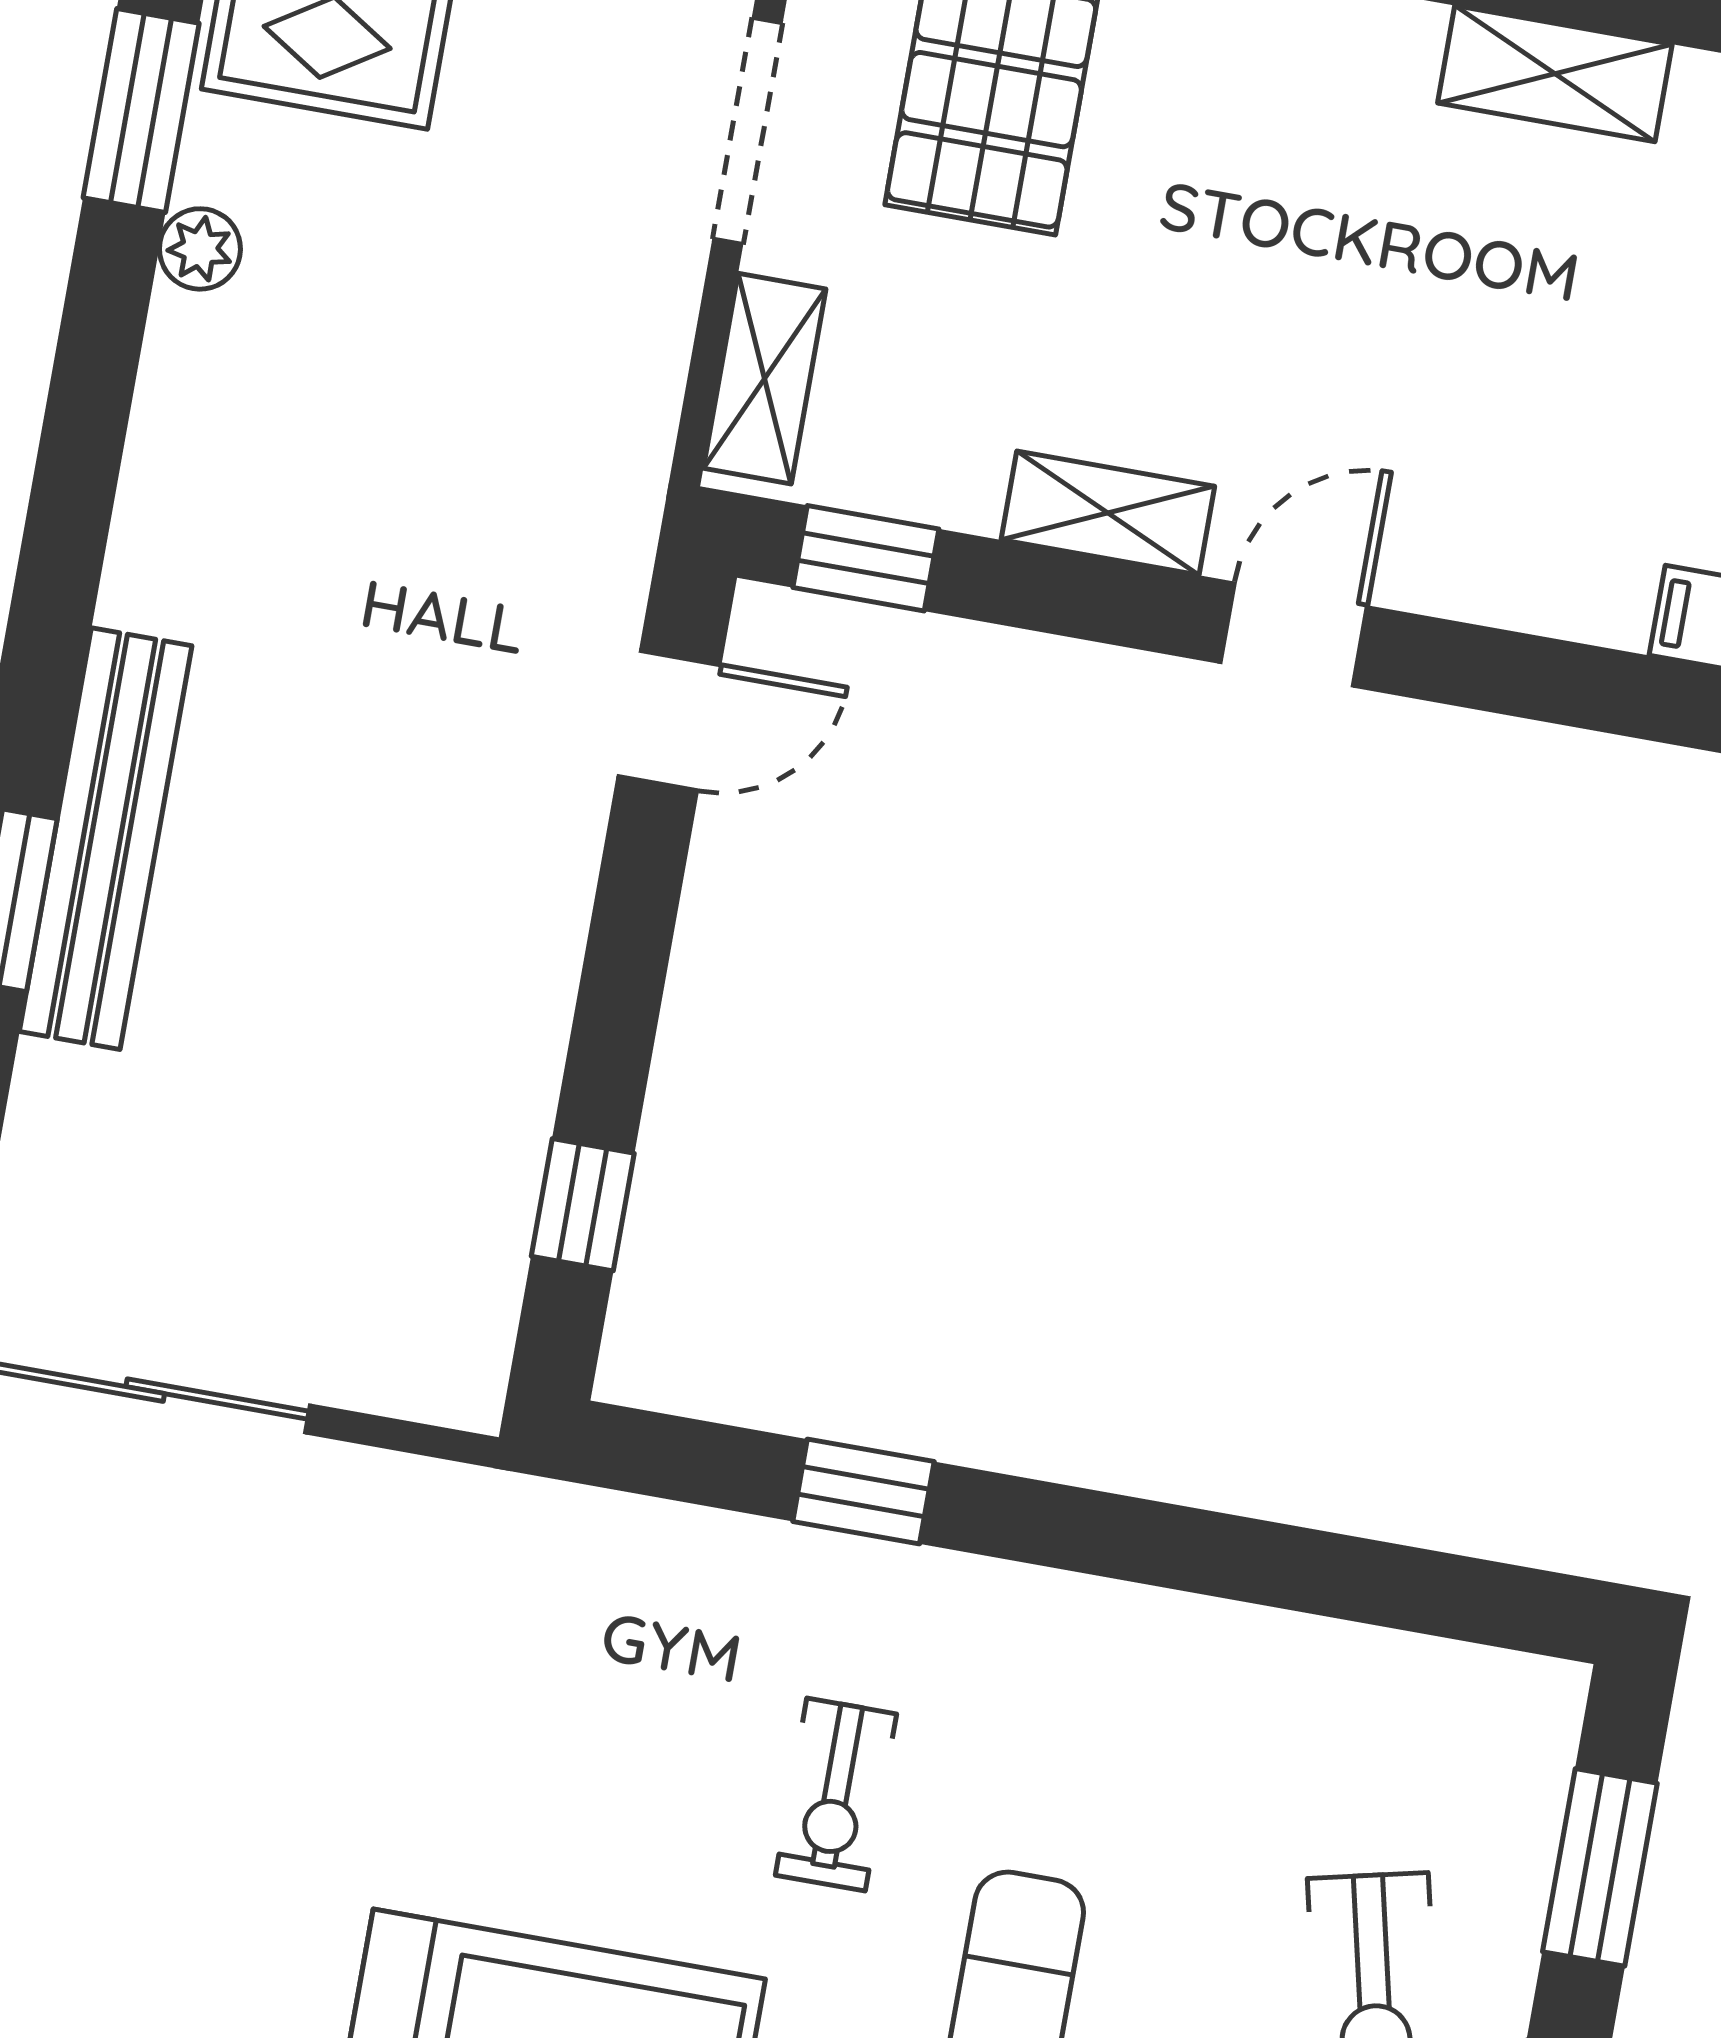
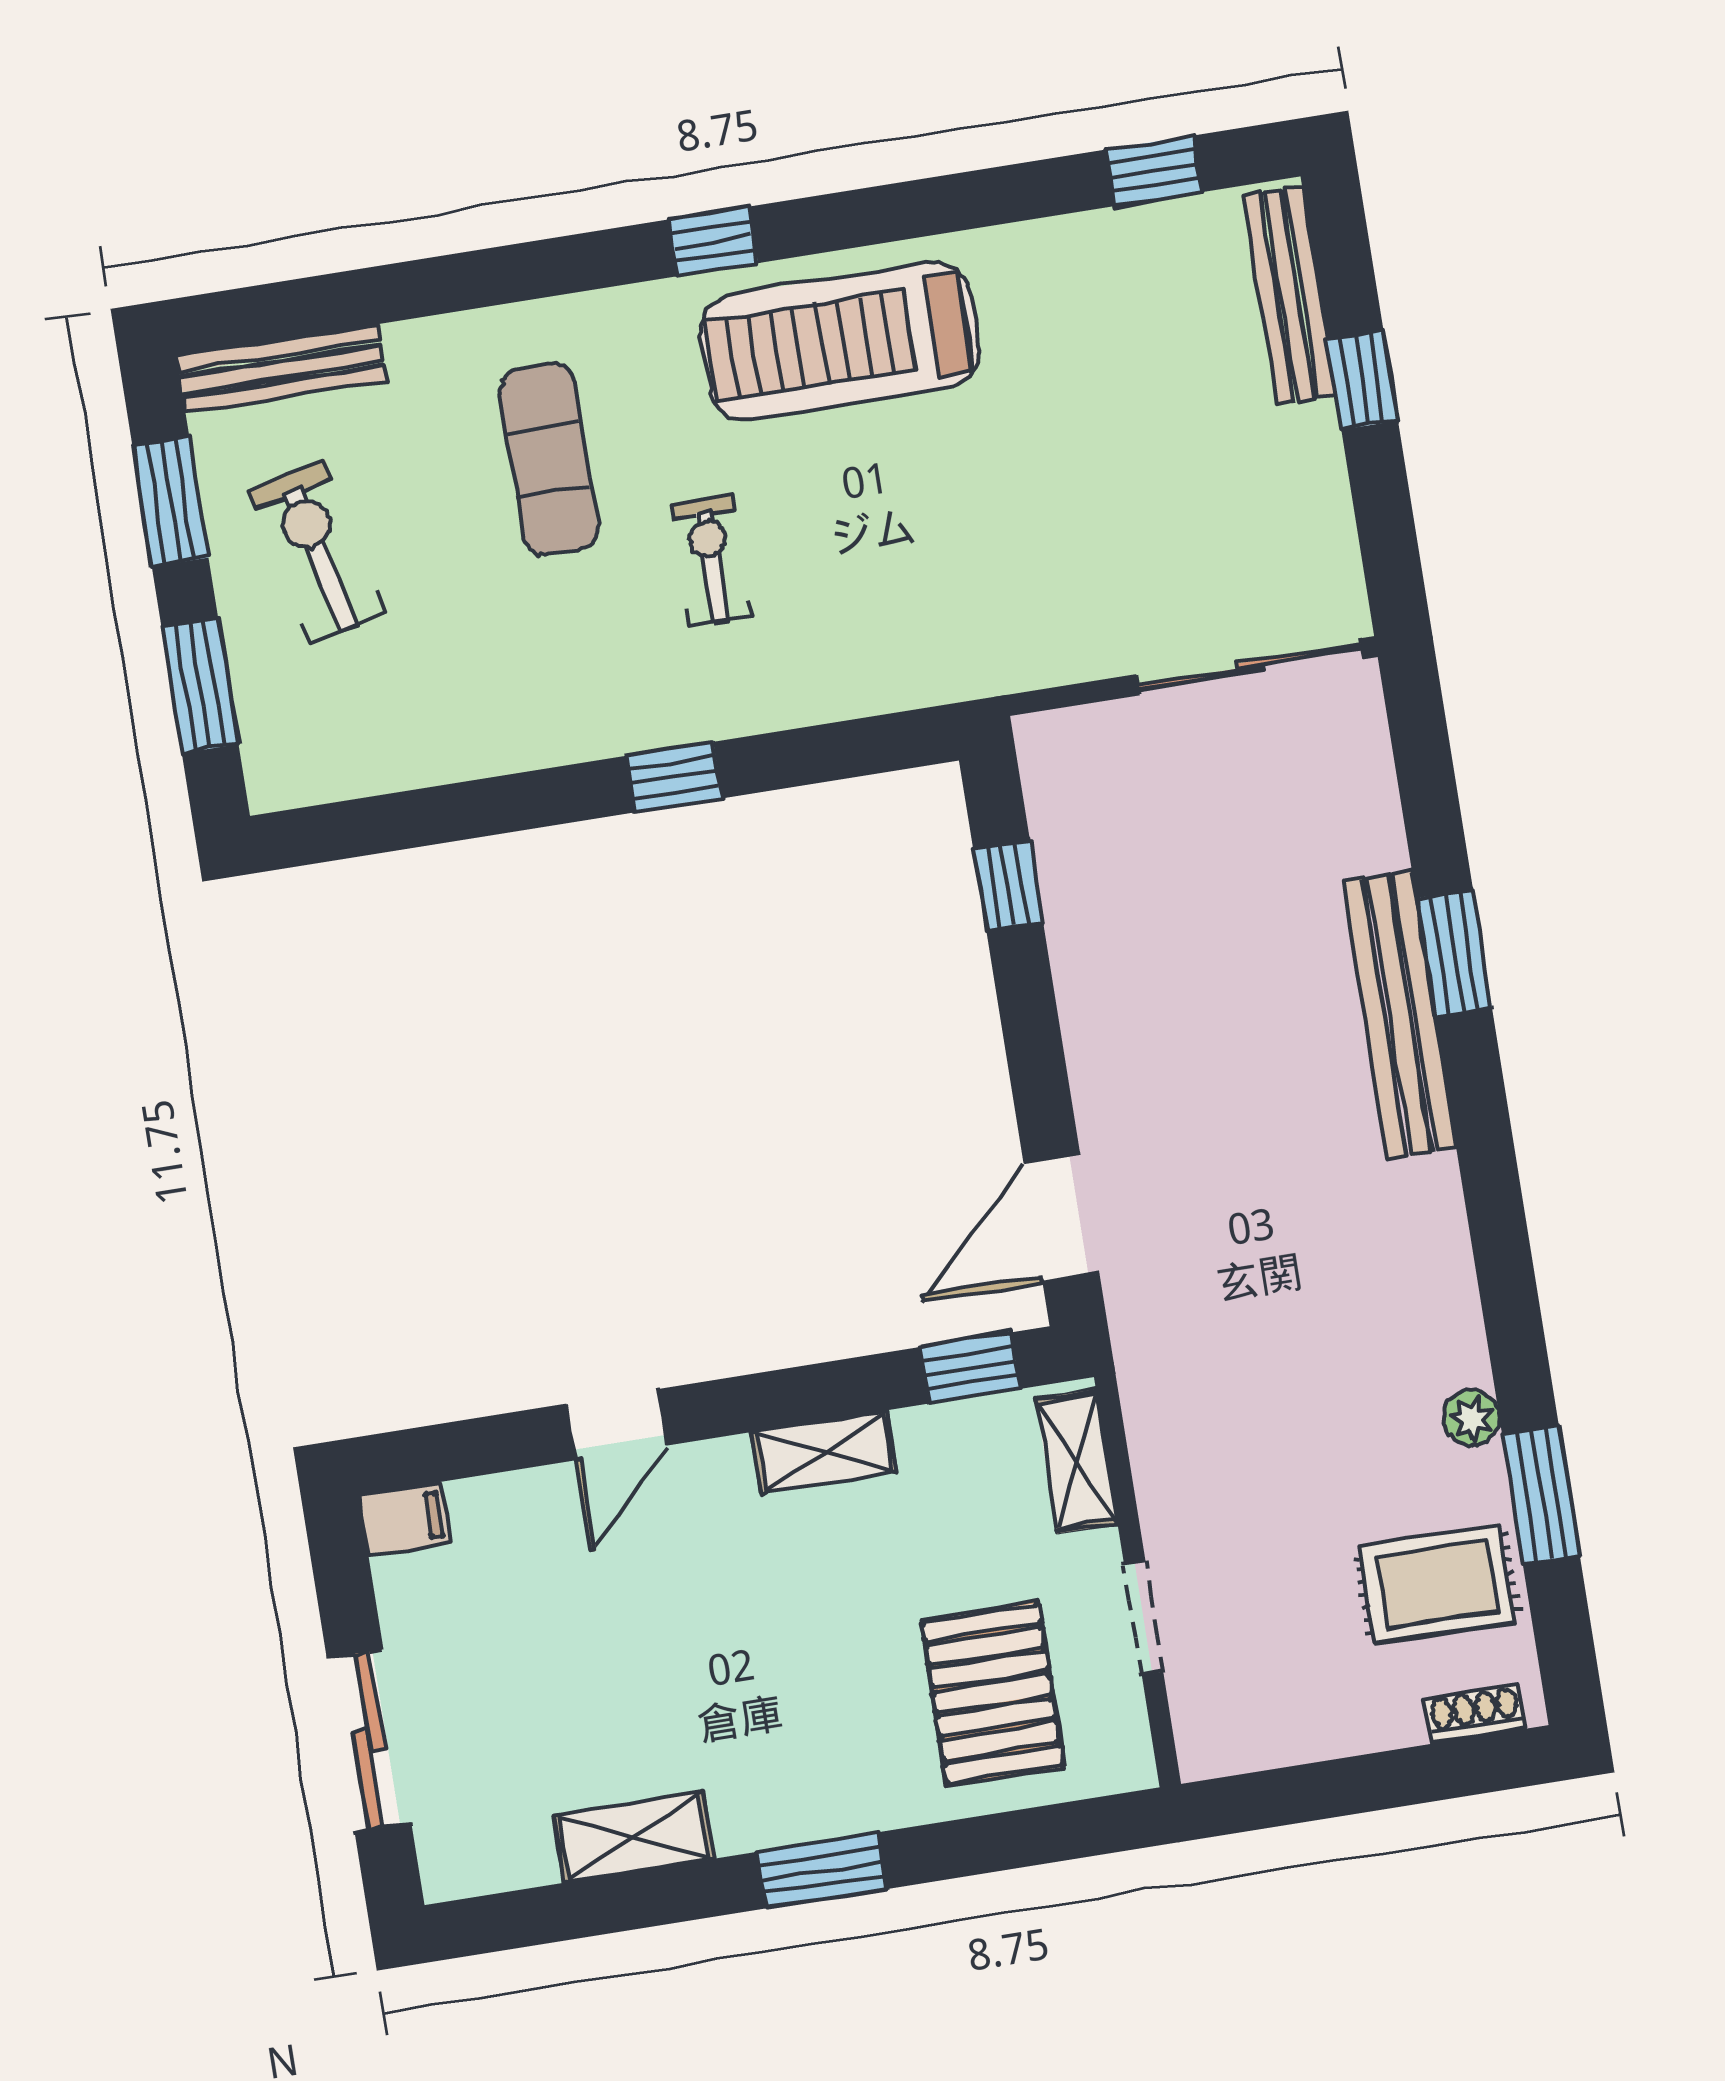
doorway: (747, 131) -> (1144, 1618), width x0.73
door: (1294, 635) -> (616, 1425), moved
door: (669, 721) -> (1061, 1218), width x1.38
window: (863, 1491) -> (674, 777), moved

